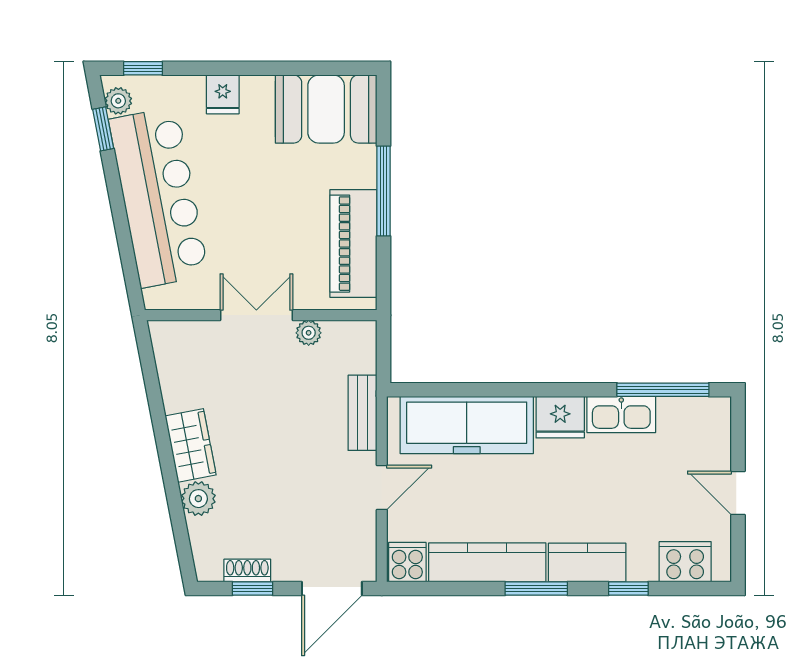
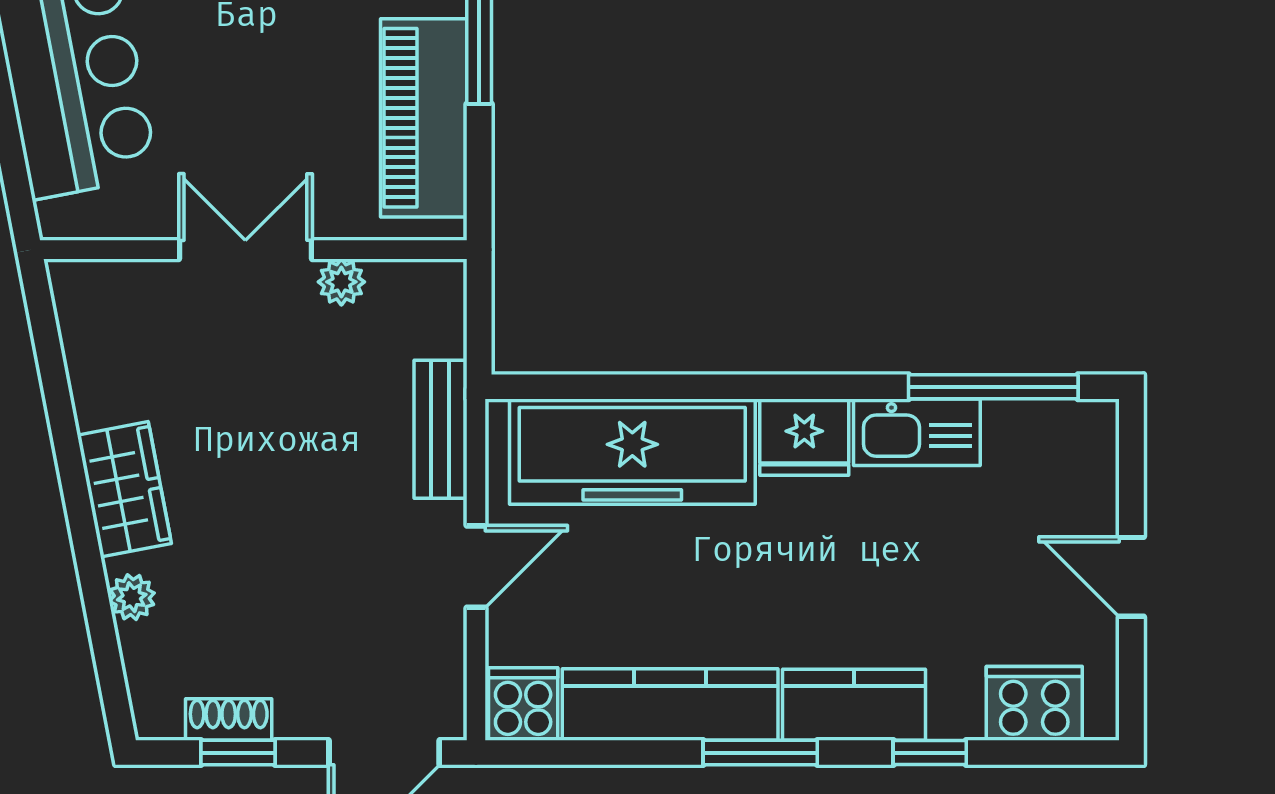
plant: (198, 499) -> (132, 597), width x0.73, depth x0.73

